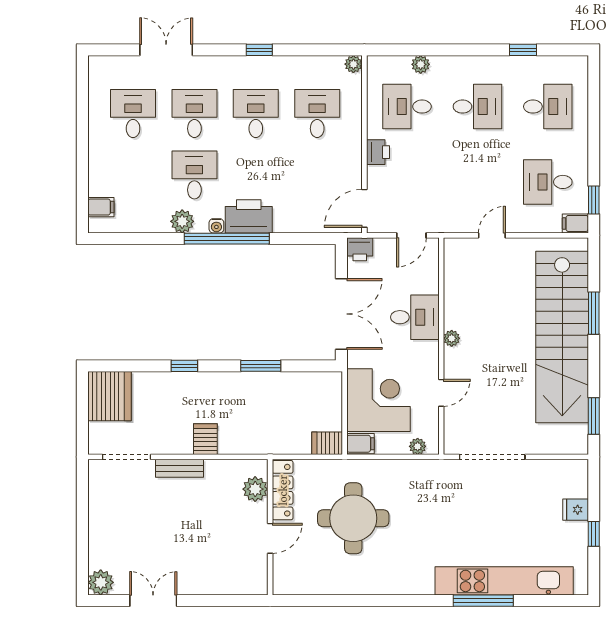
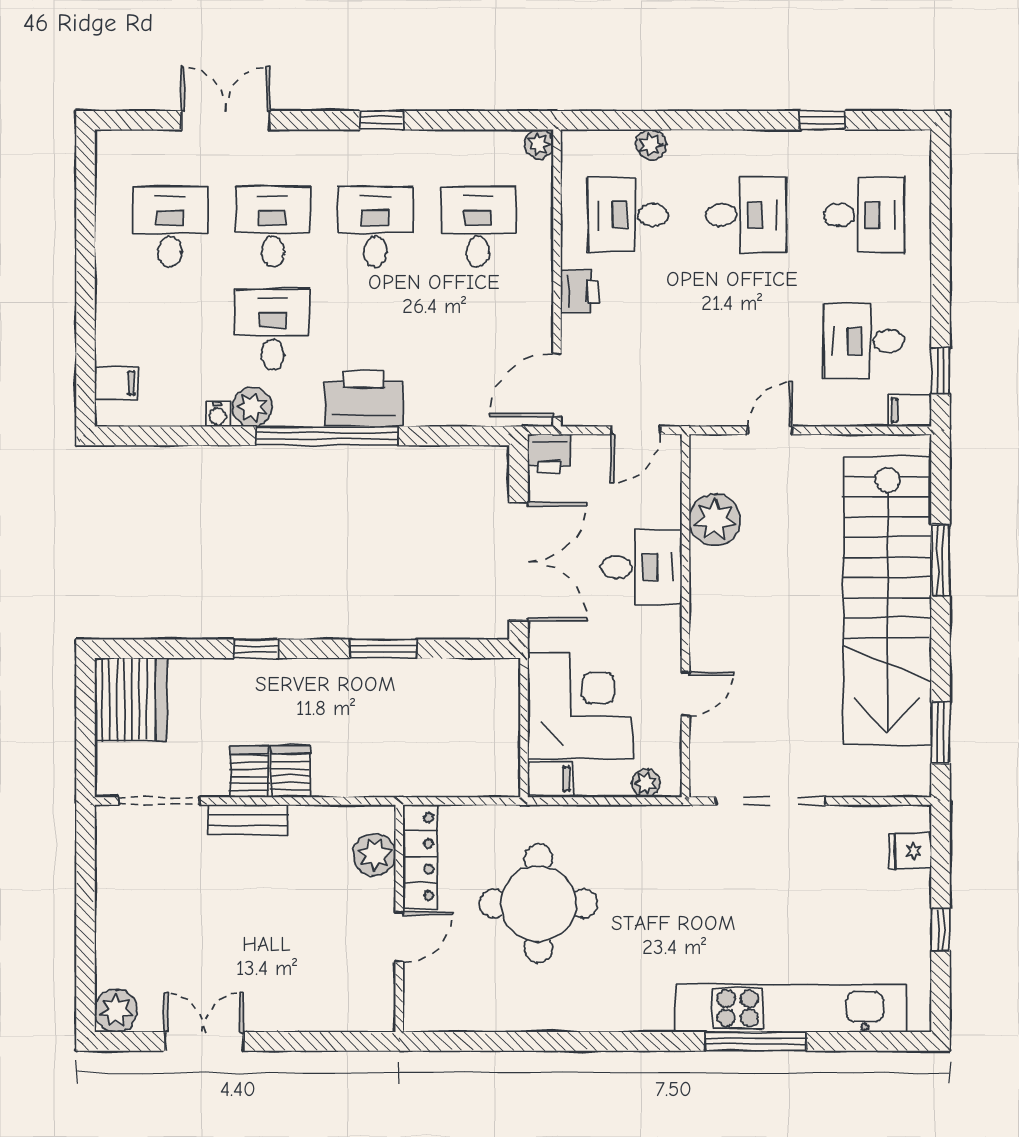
water cooler: (216, 226) -> (217, 414), moved
plant: (452, 338) -> (715, 520), moved, width x1.88, depth x1.88
server rack: (327, 443) -> (249, 772), moved, turned 90
fridge: (576, 510) -> (910, 851), moved

